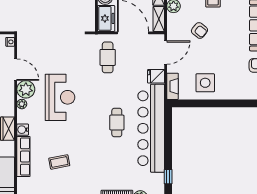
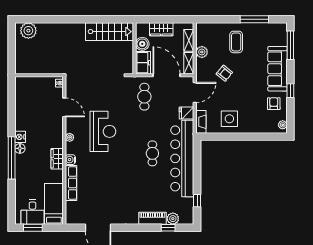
plant: (26, 89) -> (73, 124), removed
coffee table: (59, 162) -> (102, 188), removed

